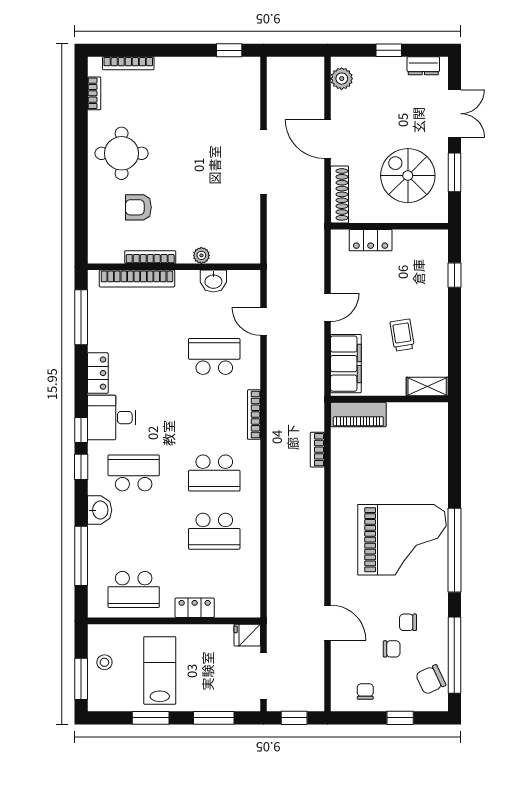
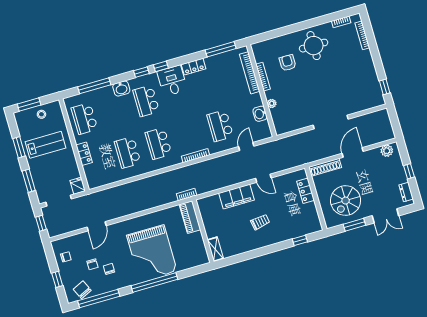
spiral stairs: (408, 176) -> (346, 201), turned 180
school desk: (214, 356) -> (220, 126), turned 180
shelving: (427, 386) -> (215, 249), moved
wall: (389, 399) -> (203, 231), moved
piano: (358, 415) -> (190, 217), moved
school desk: (134, 473) -> (146, 101), turned 180

